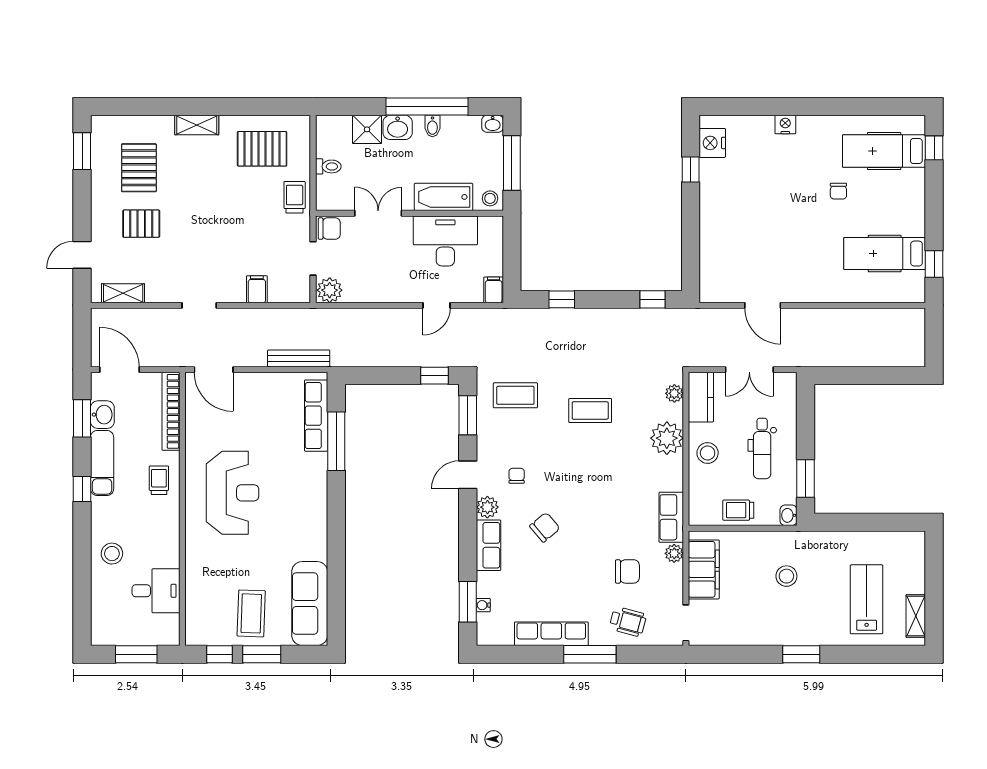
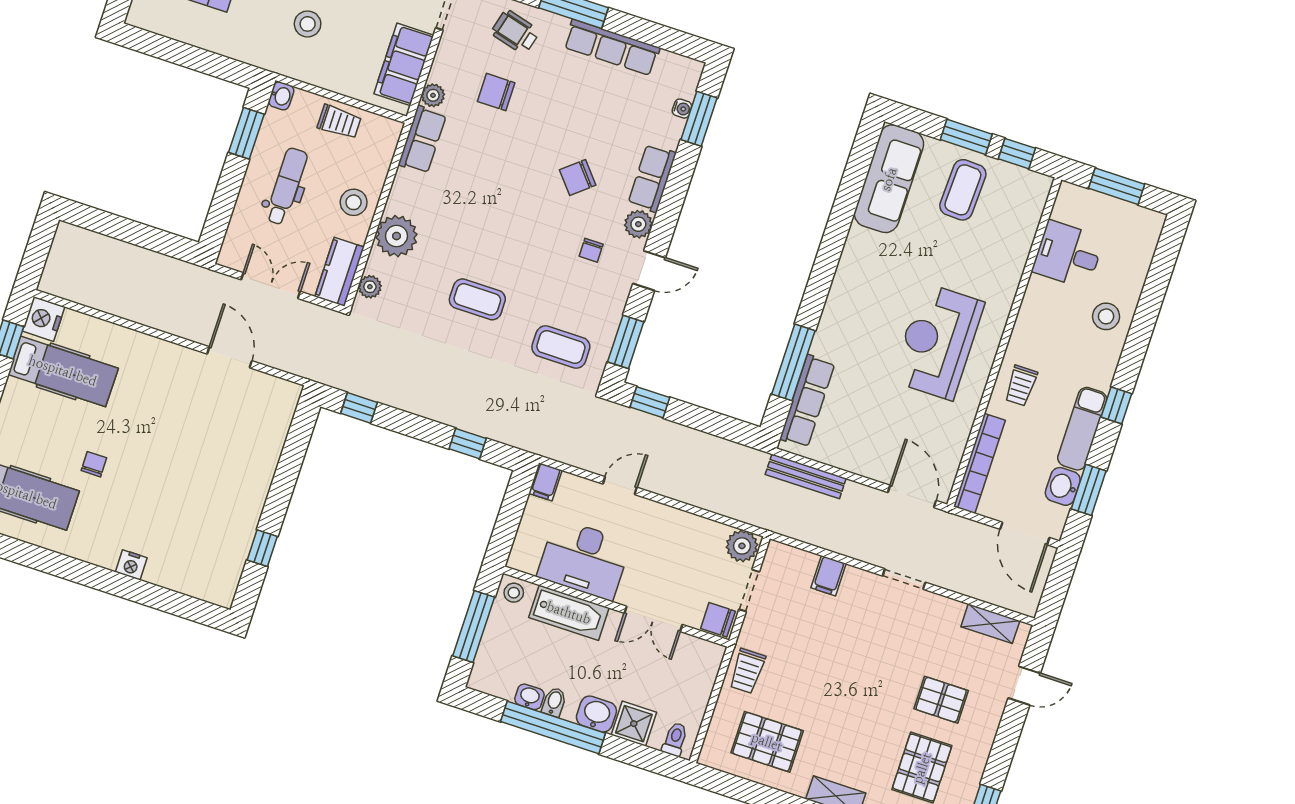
washbasin: (493, 124) -> (529, 697), moved
nightstand: (712, 143) -> (44, 319), moved, turned 180
toilet: (328, 166) -> (675, 739), moved, turned 90

